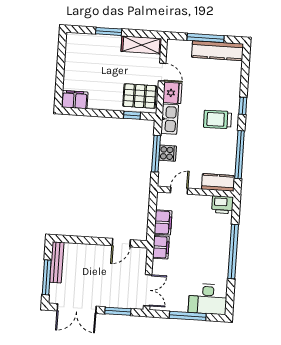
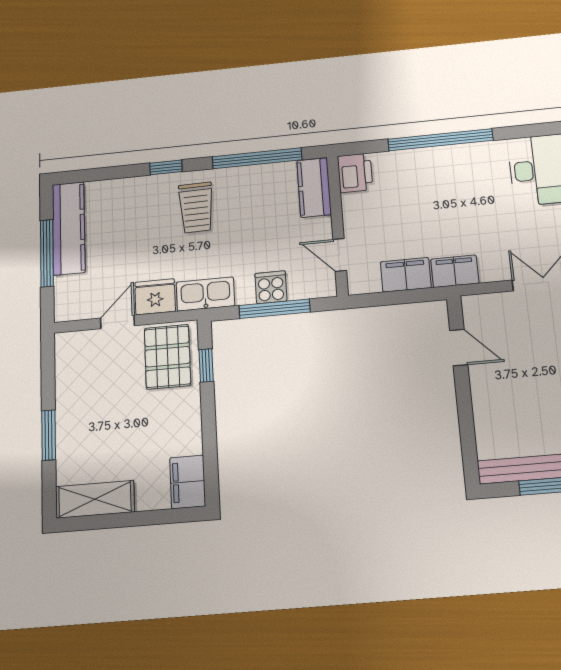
shelving: (141, 45) -> (95, 499), moved, turned 90

